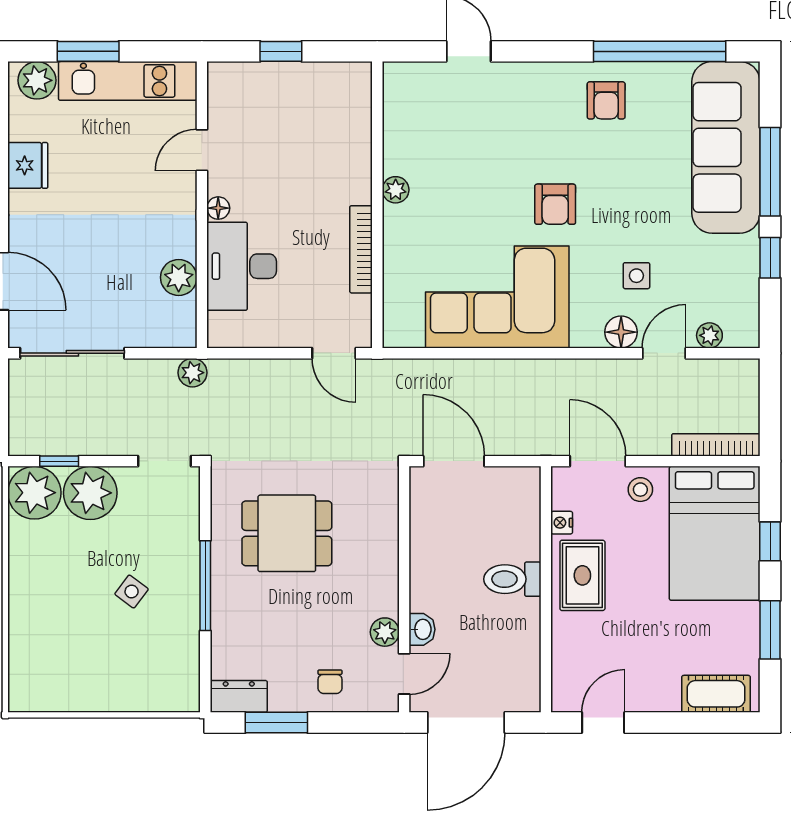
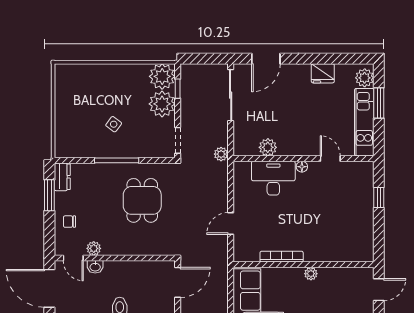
plant: (396, 190) -> (311, 274), moved
wall: (377, 205) -> (303, 265), moved
bookcase: (361, 249) -> (282, 257), moved

